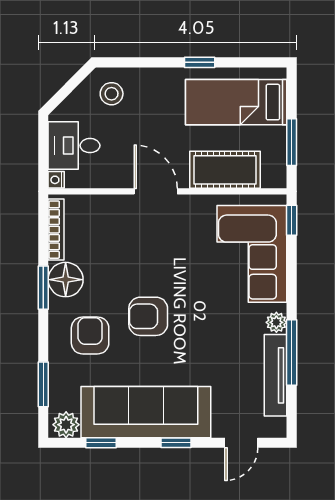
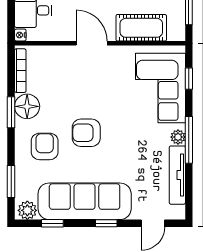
window: (292, 220) -> (189, 79), moved
window: (292, 352) -> (189, 140), moved

